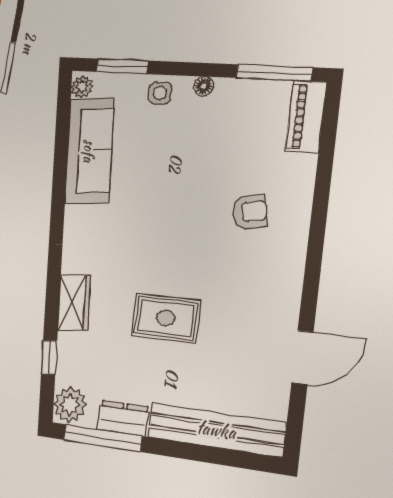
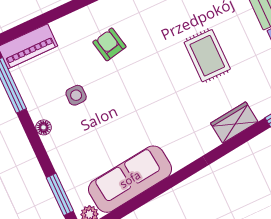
side table: (160, 93) -> (76, 95), moved

